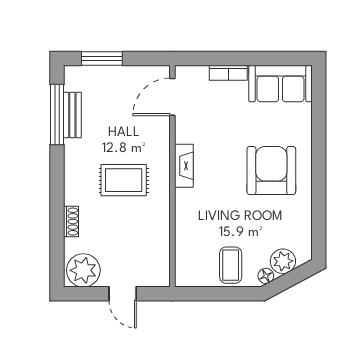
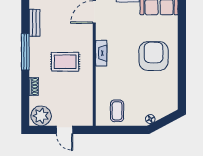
window: (57, 115) -> (25, 52), moved
plant: (283, 261) -> (161, 110), removed
coffee table: (231, 265) -> (117, 111), moved

